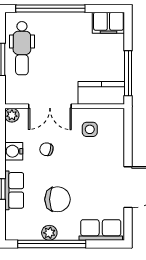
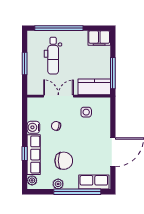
dental chair: (22, 48) -> (53, 56), moved
double door: (50, 106) -> (58, 96), swing flipped
plant: (12, 115) -> (32, 180), moved
row of seats: (14, 190) -> (34, 155), width x1.48
window: (52, 244) -> (77, 192), moved

